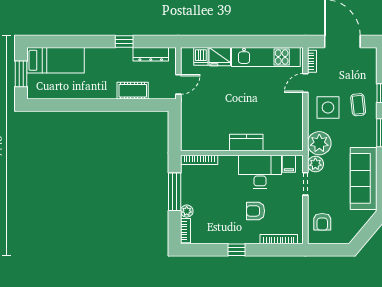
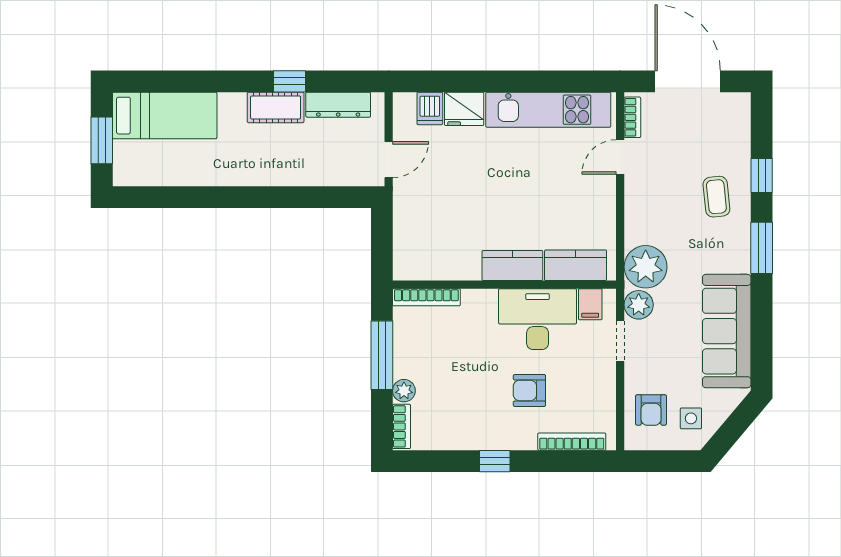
cot: (133, 91) -> (276, 107), moved
side table: (328, 107) -> (691, 418), moved, width x0.54, depth x0.54
kitchen counter: (281, 142) -> (576, 265), added

